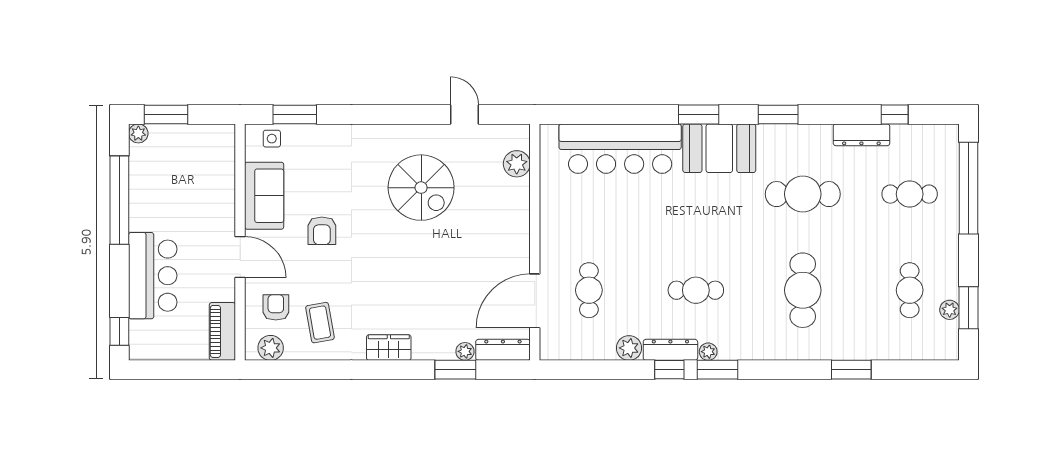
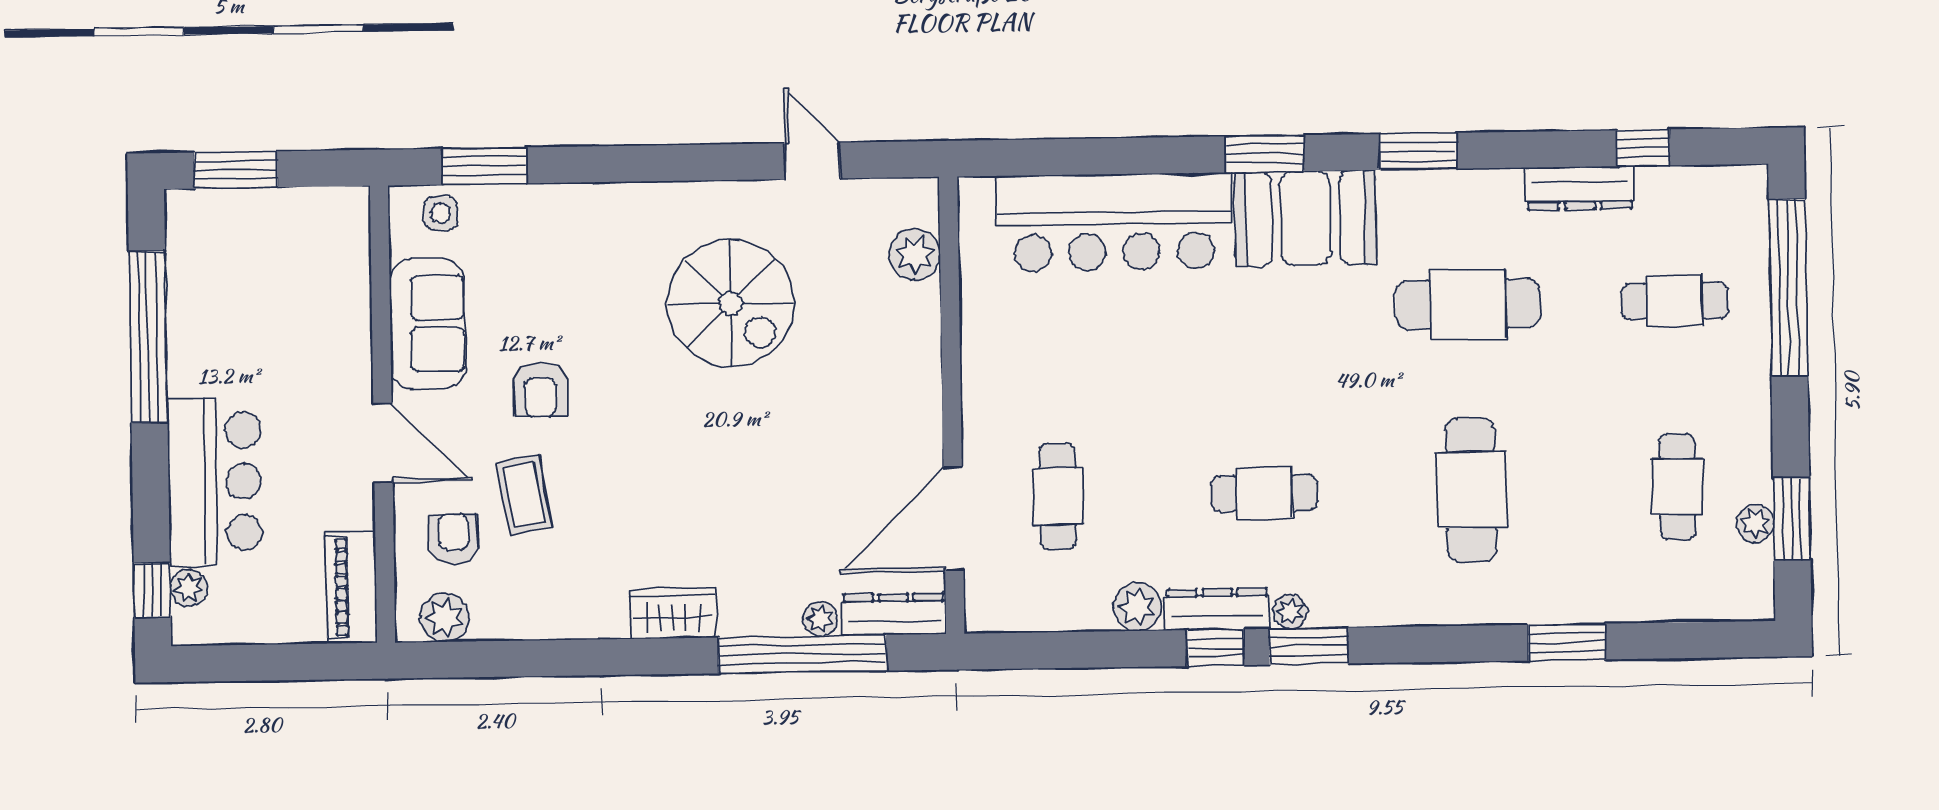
plant: (138, 133) -> (189, 588), moved
coffee table: (320, 323) -> (524, 495), moved
window: (455, 370) -> (802, 654), width x2.11

